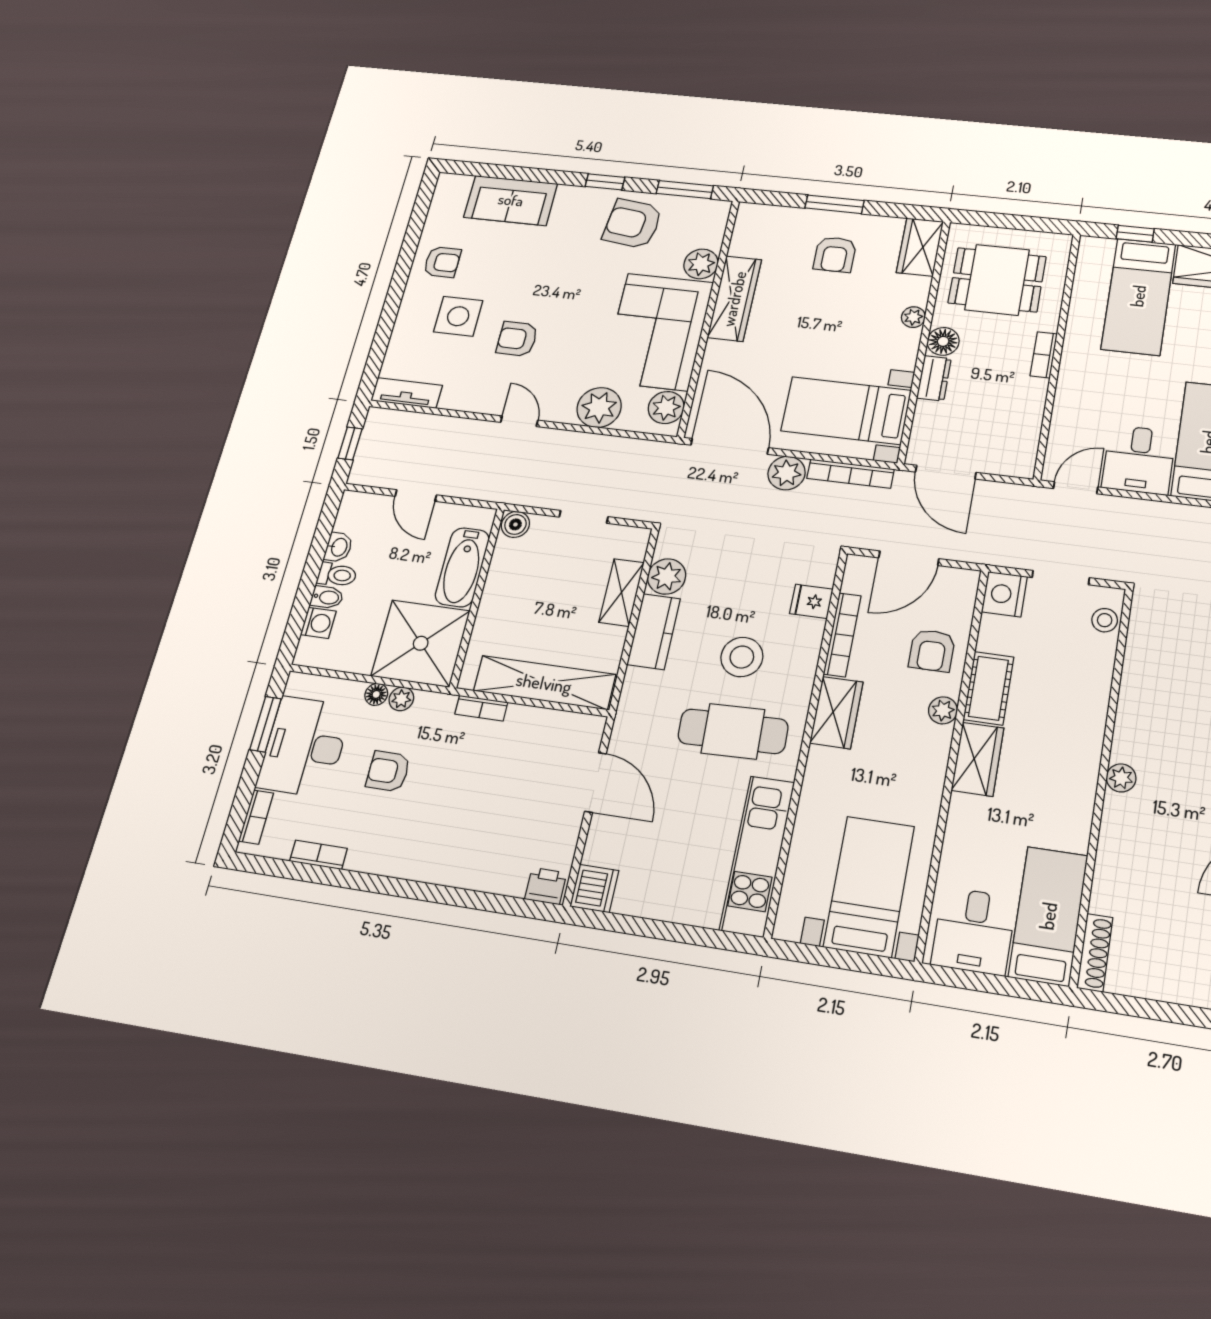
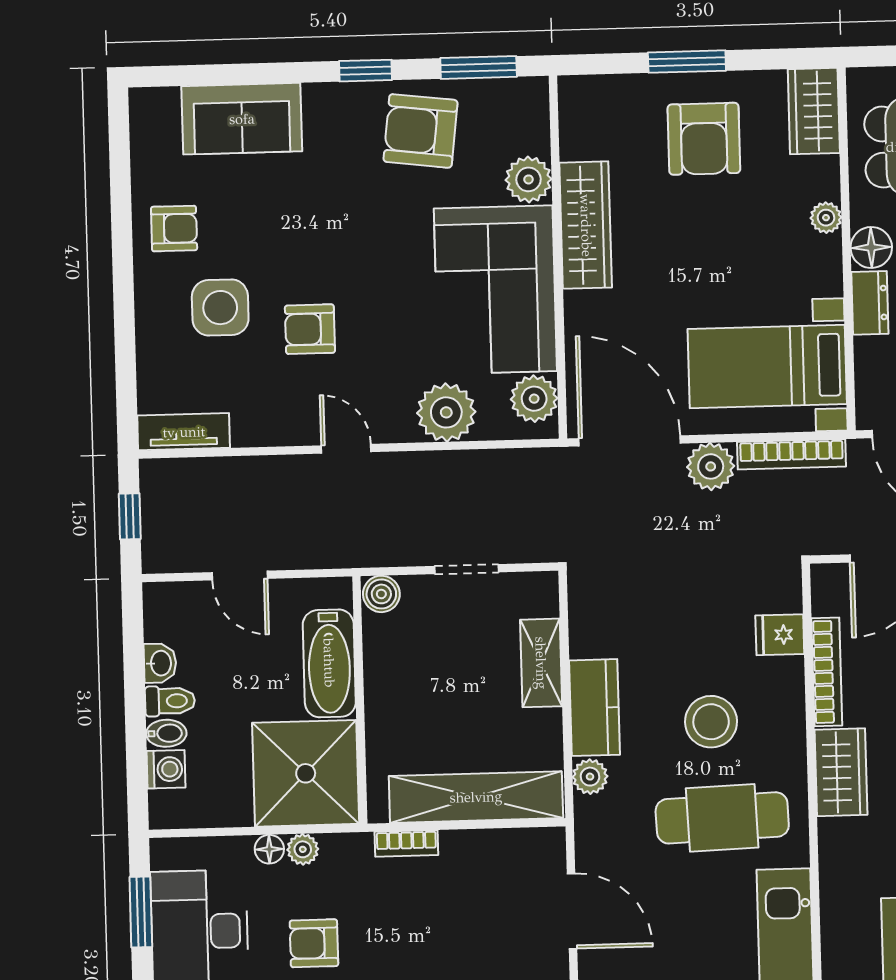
armchair: (835, 254) -> (704, 139), width x1.38, depth x1.38
plant: (667, 577) -> (590, 777), moved, width x0.73, depth x0.73

